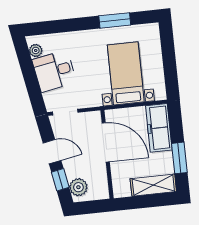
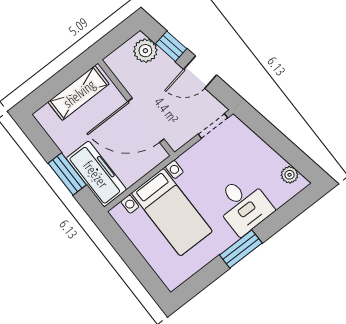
window: (115, 20) -> (241, 249), moved
desk: (54, 71) -> (243, 205), moved, turned 100
window: (179, 158) -> (67, 174), moved
shelving: (153, 185) -> (79, 93), moved

